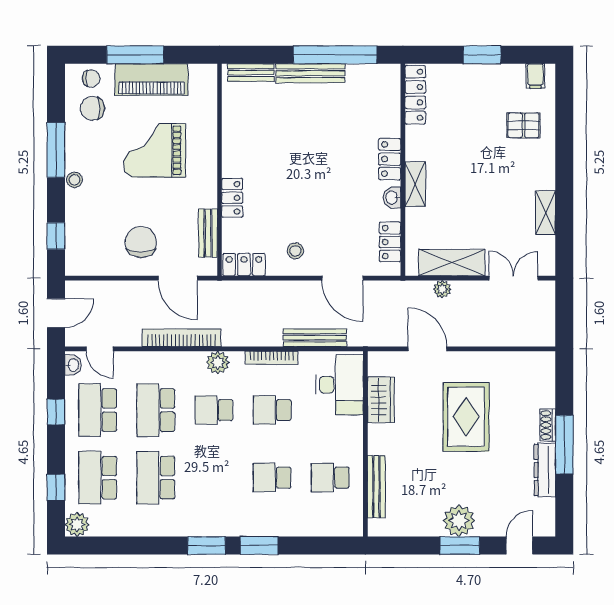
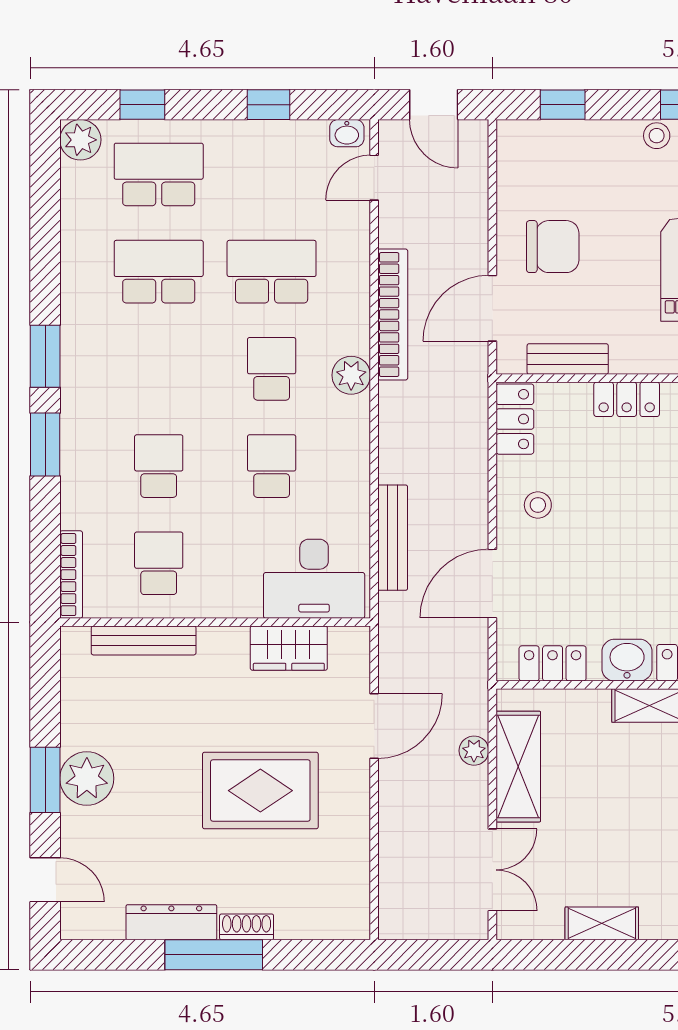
washbasin: (392, 198) -> (627, 660), width x1.38, depth x1.45
bookcase: (271, 358) -> (71, 575), moved, turned 180
school desk: (98, 410) -> (272, 174), removed

